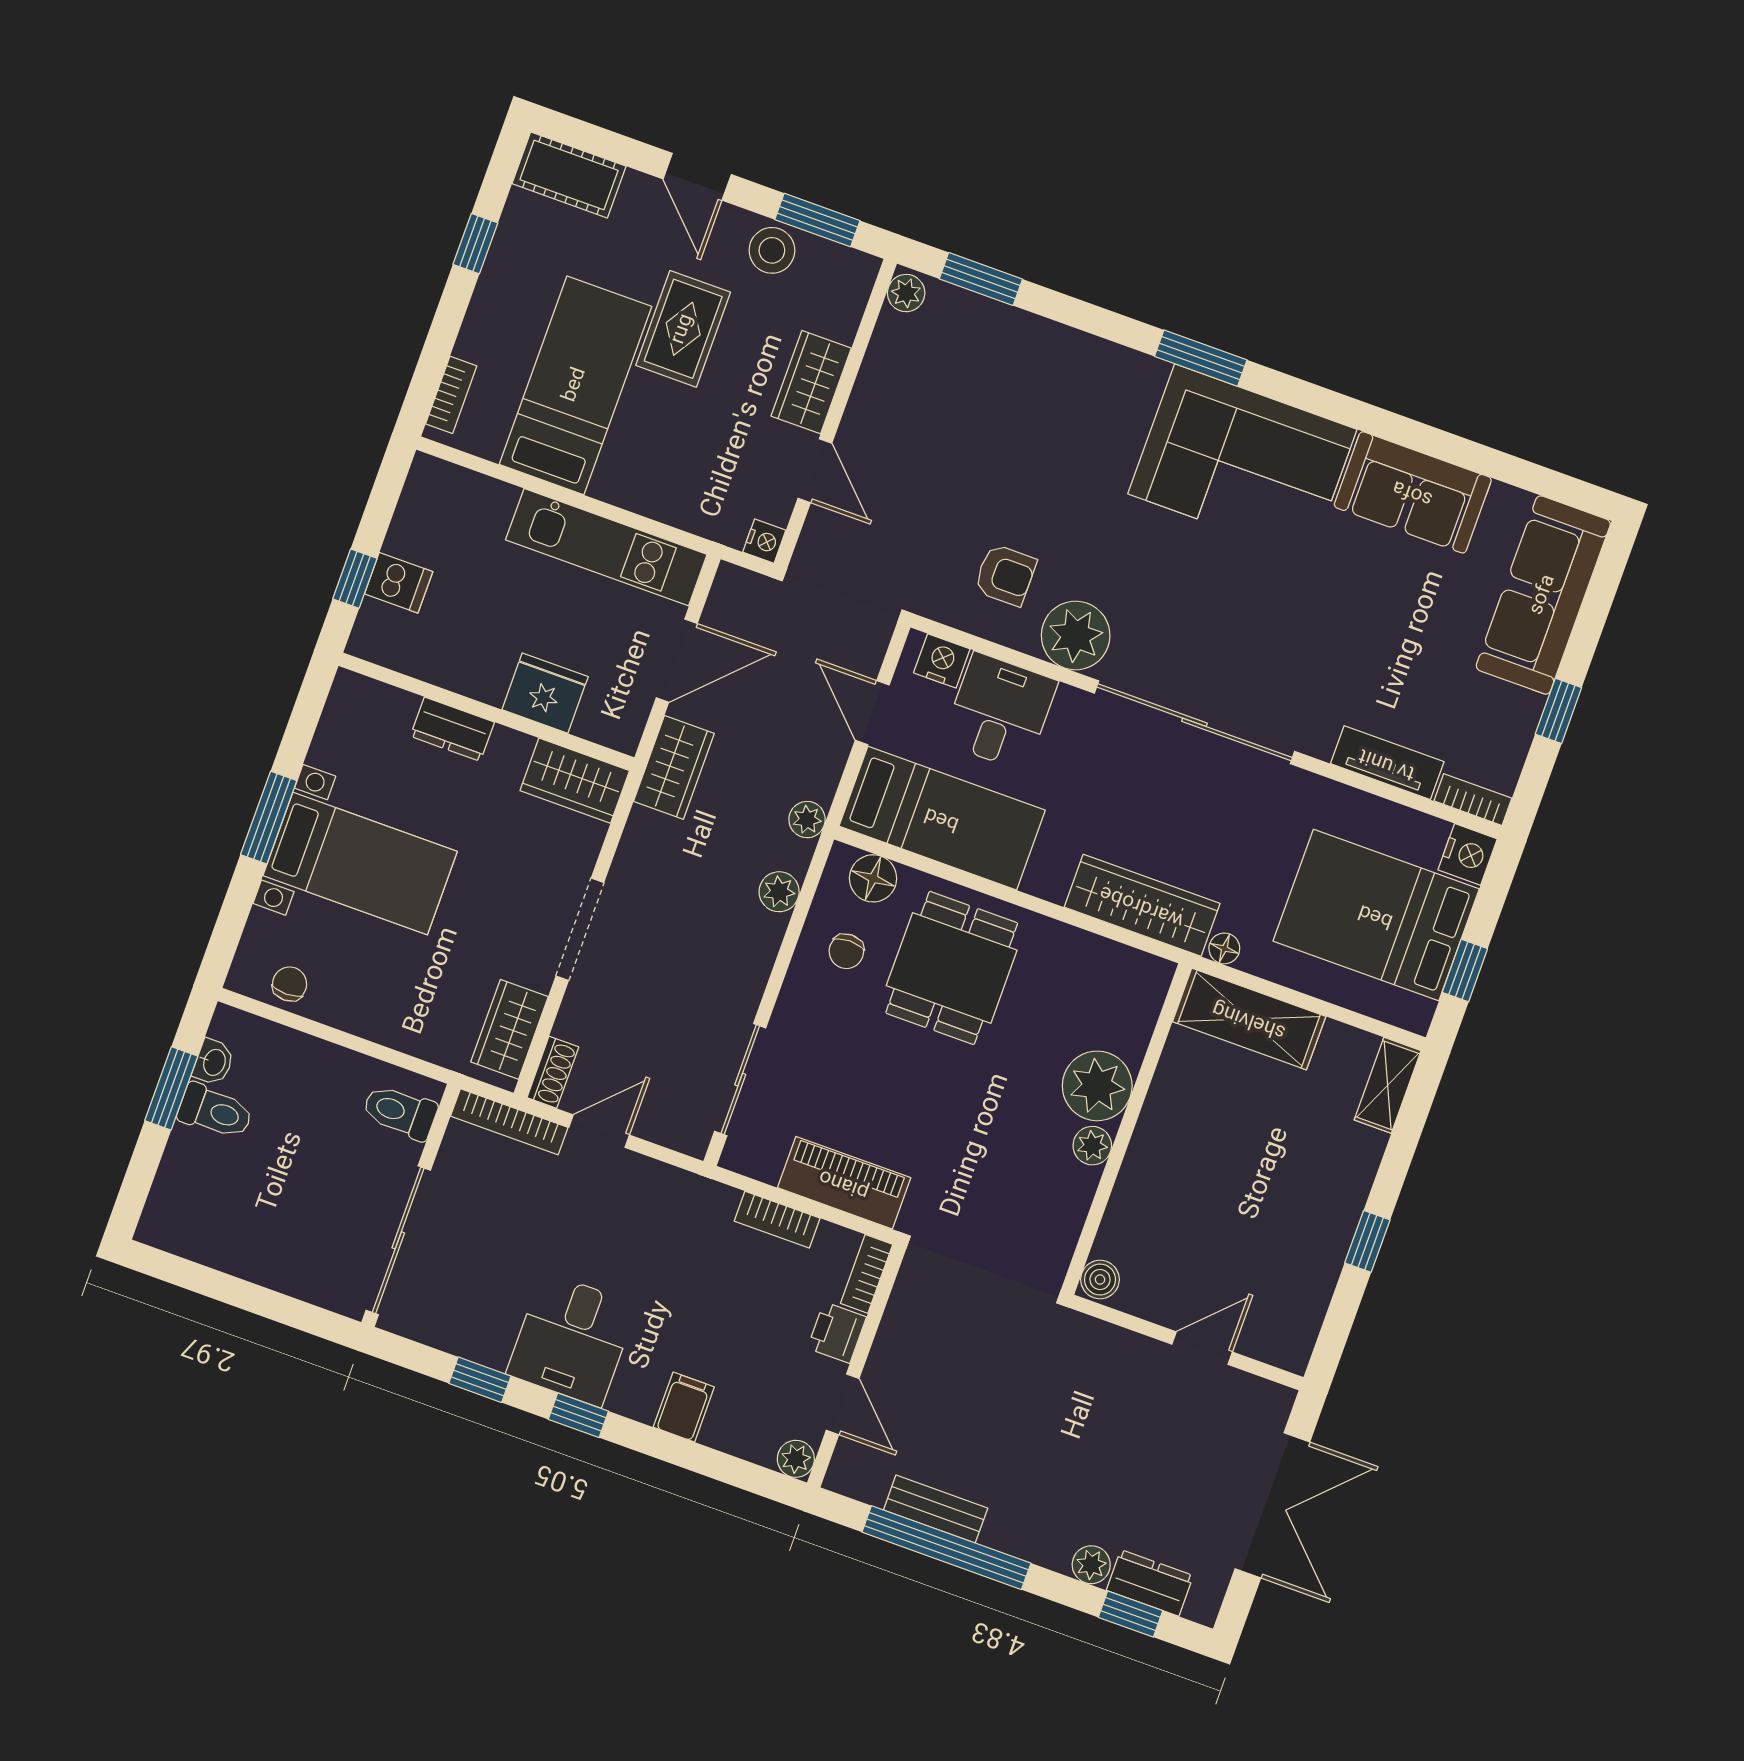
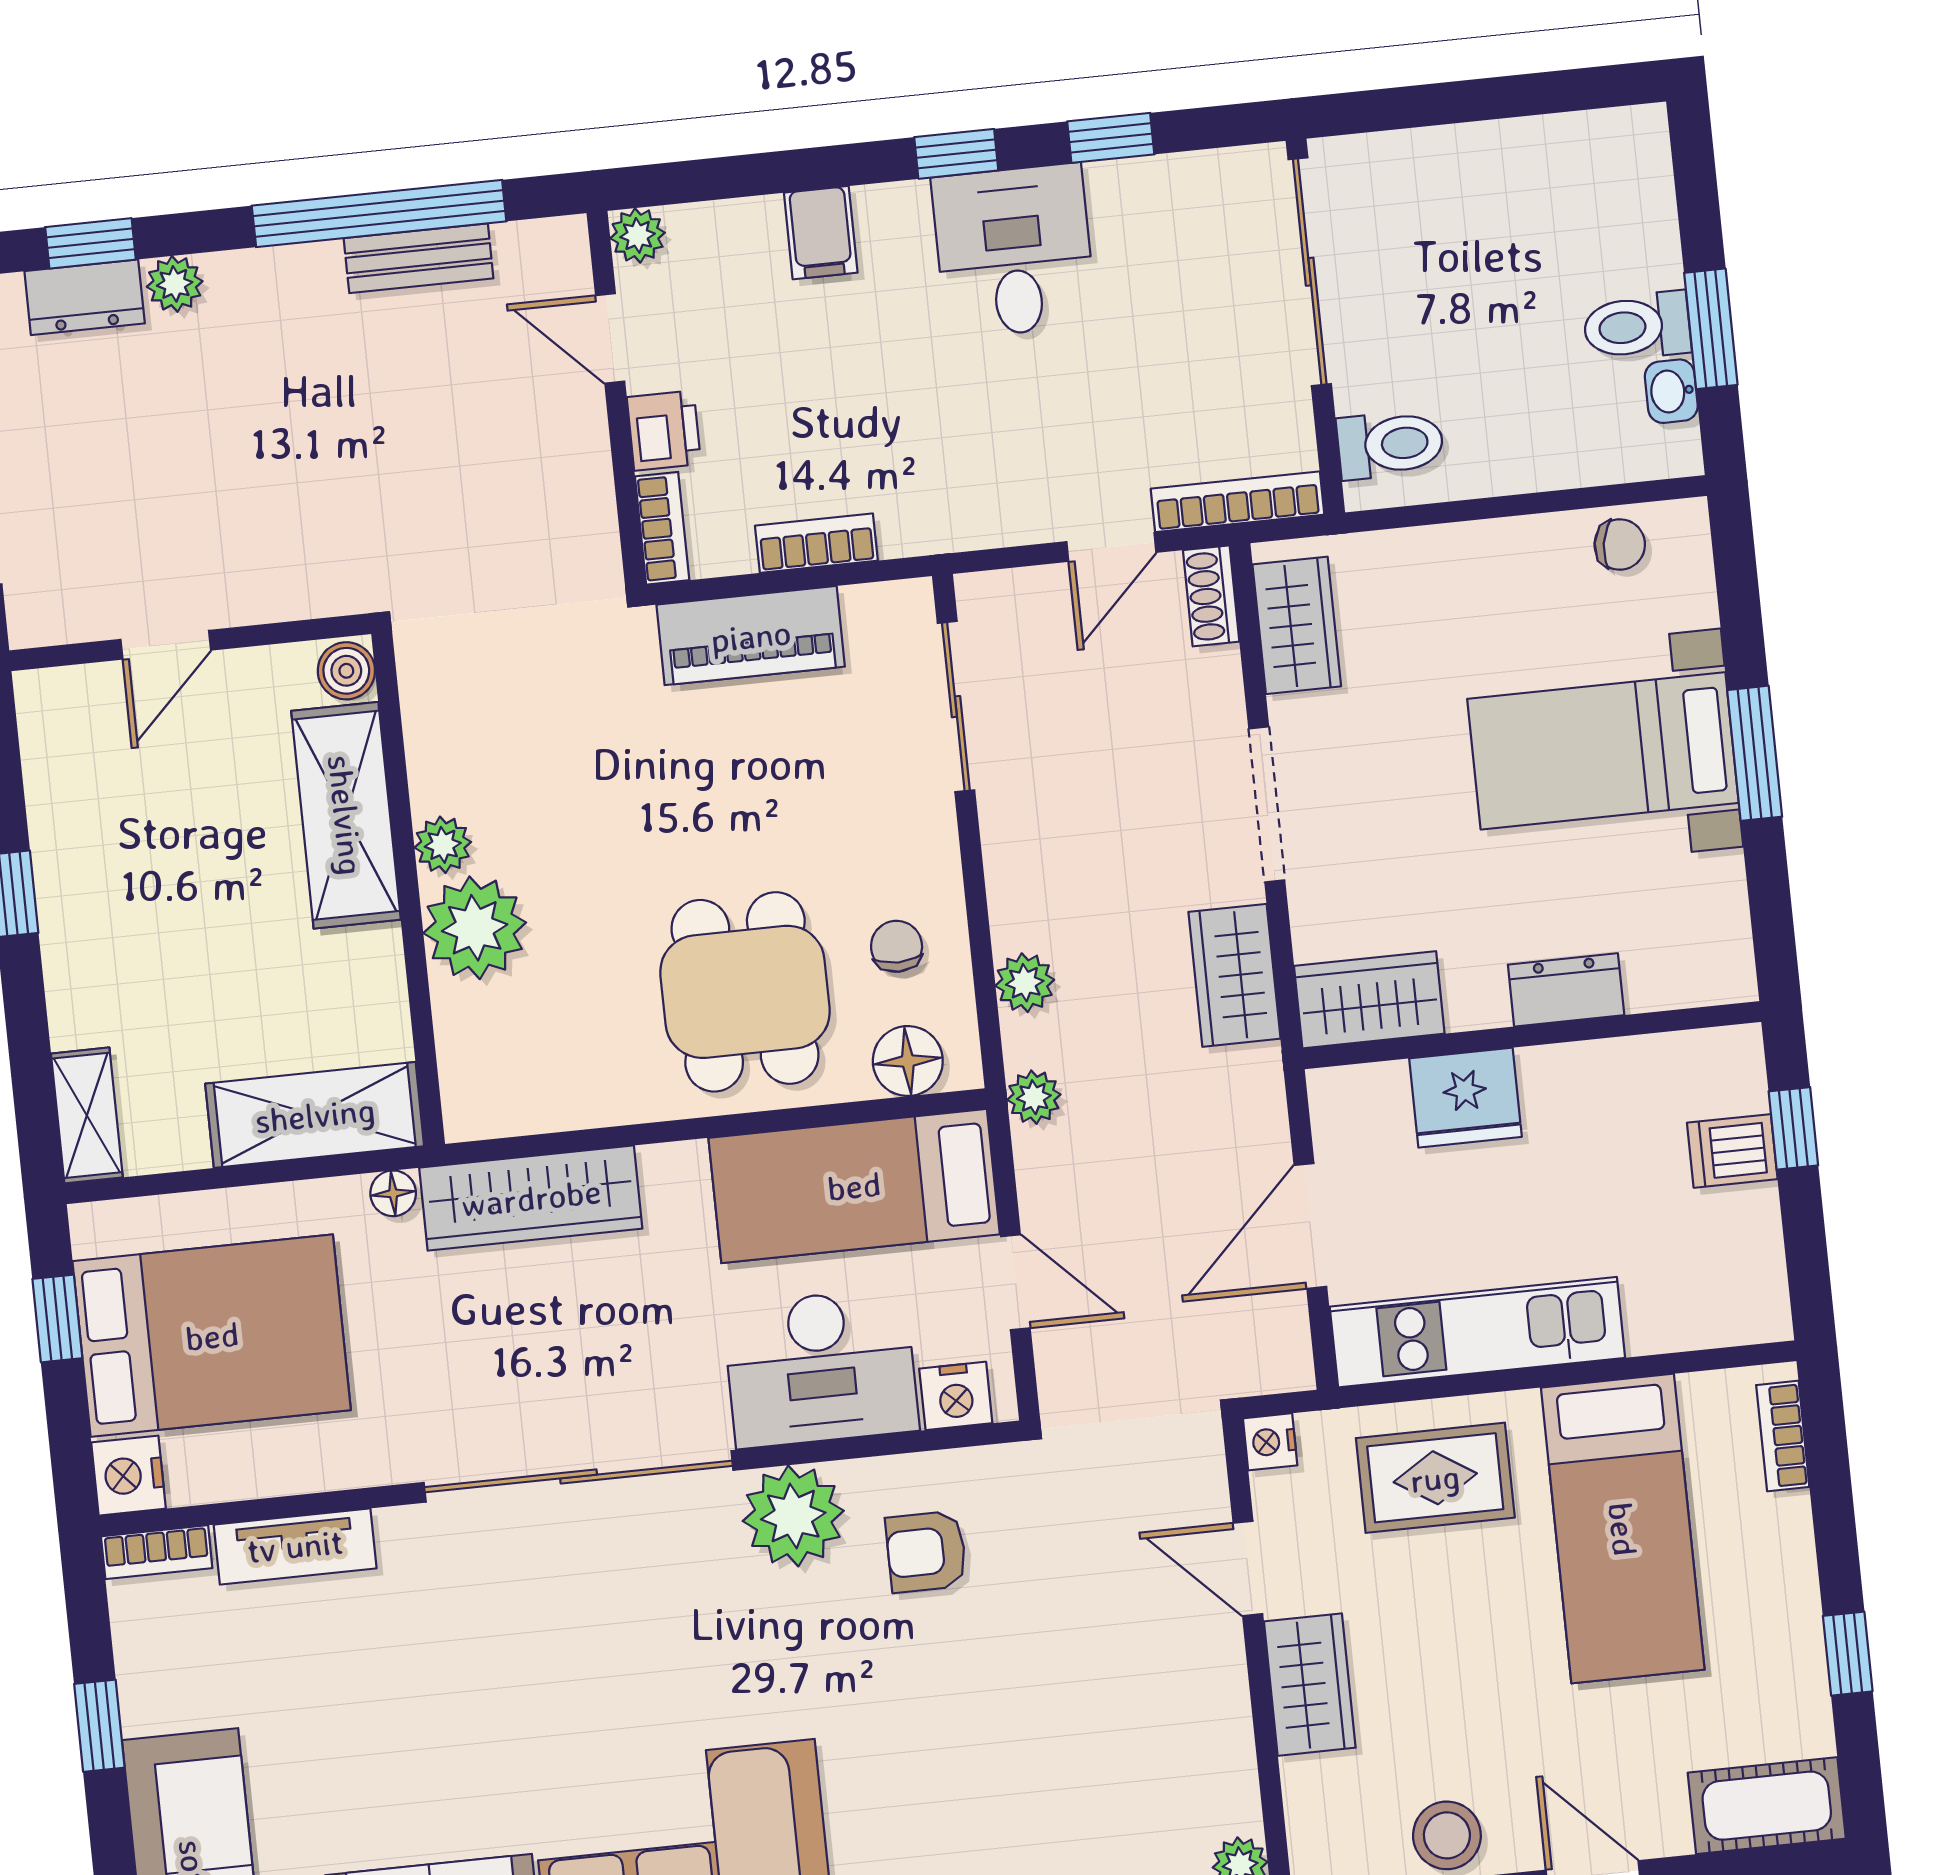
rug: (683, 329) -> (1435, 1478), moved, turned 90
desk: (1000, 712) -> (821, 1368), width x1.37
wardrobe: (674, 767) -> (1234, 975), moved
chair: (290, 984) -> (1620, 544), turned -81
shelving: (1142, 1192) -> (346, 815), added

